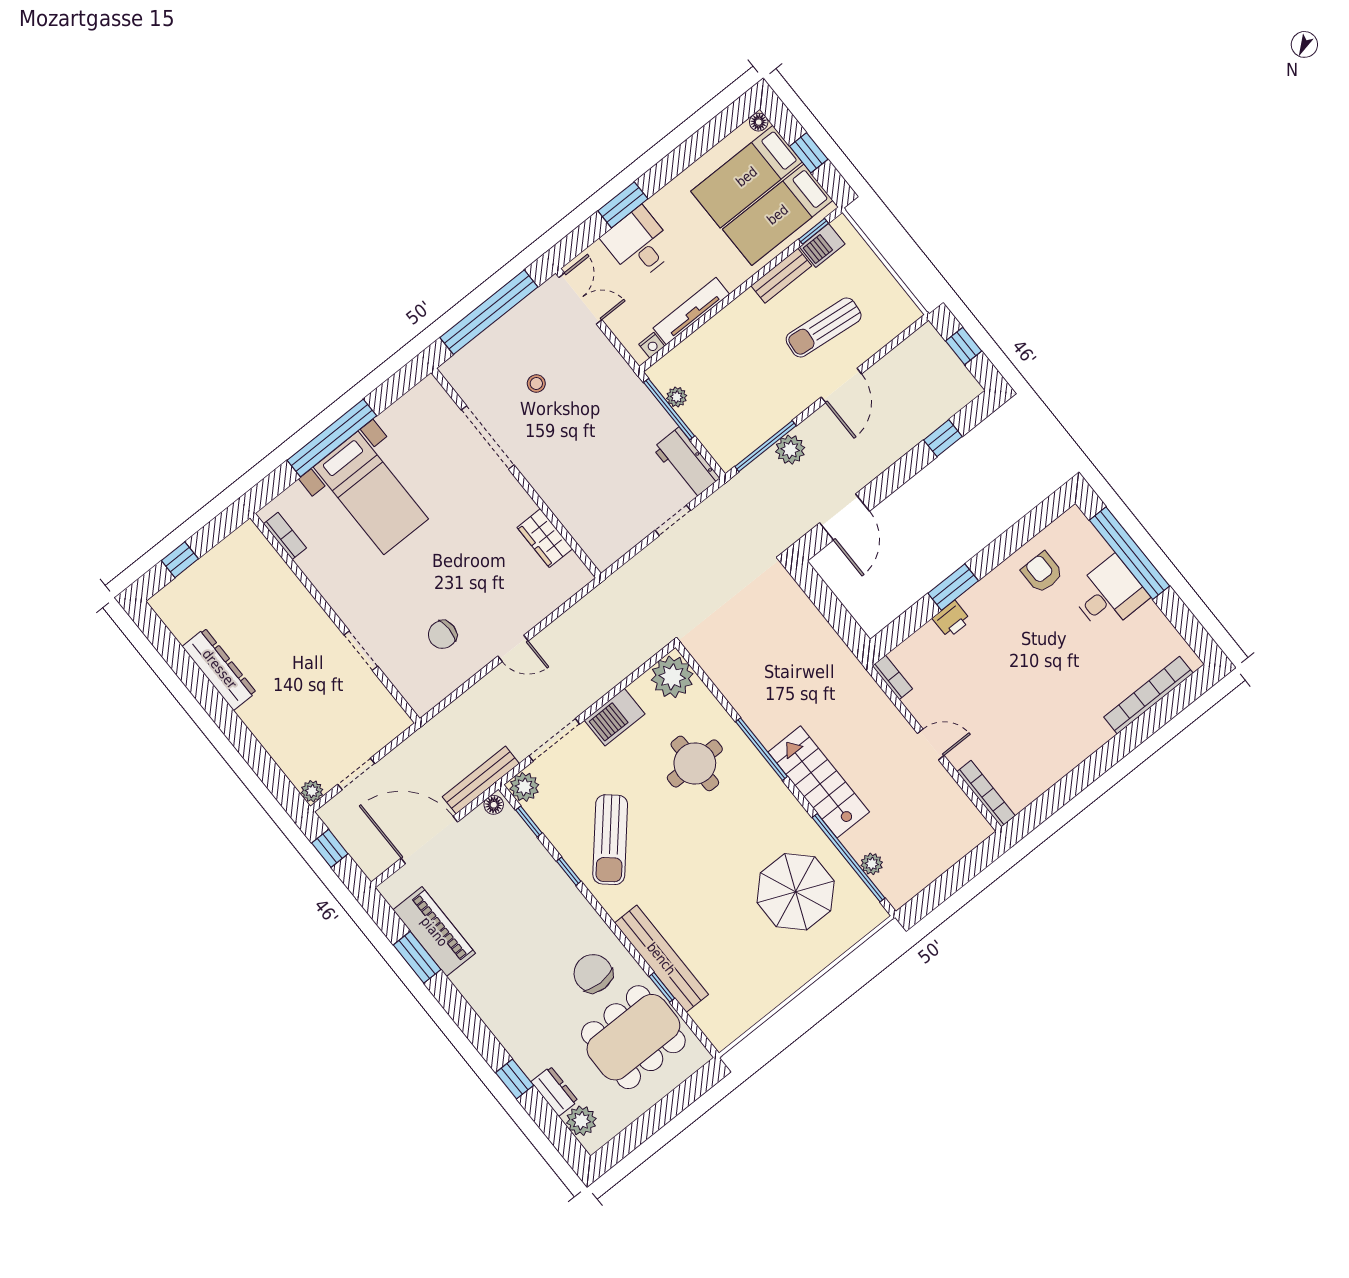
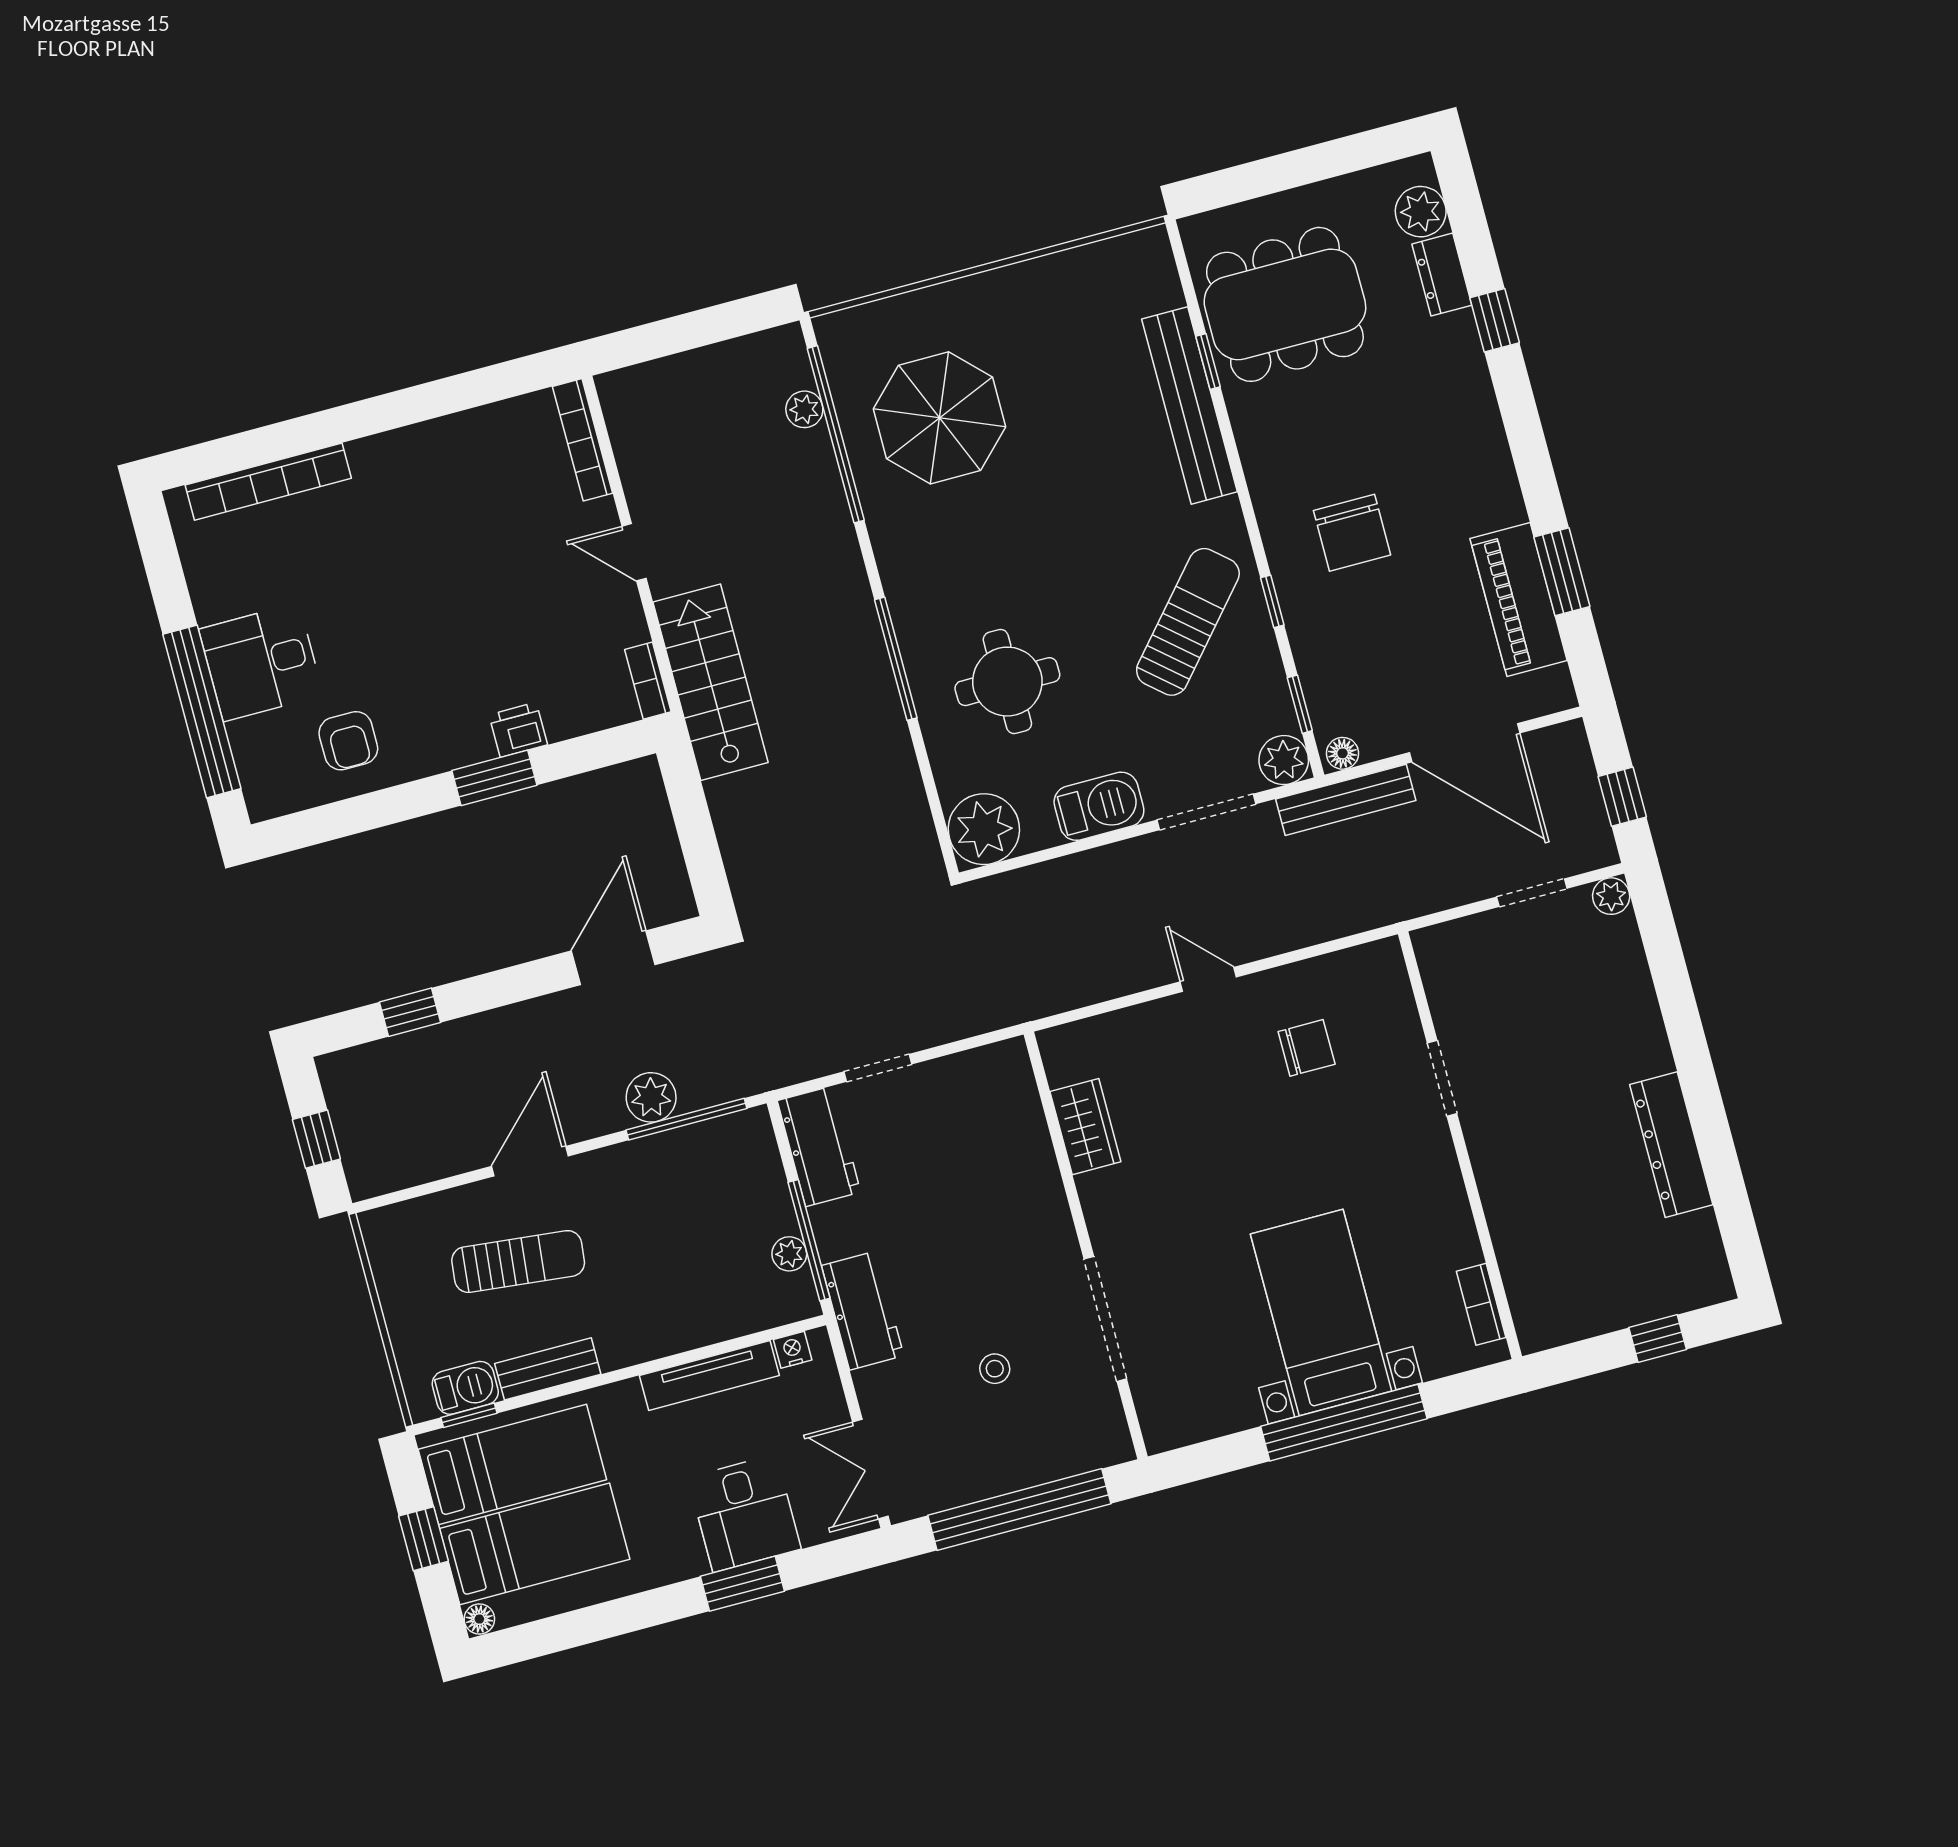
workbench: (623, 384) -> (863, 1311), added
stairs: (819, 782) -> (711, 682), moved, turned 180
chair: (593, 973) -> (1352, 533), moved

